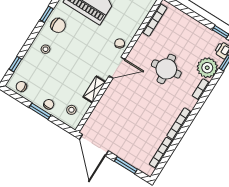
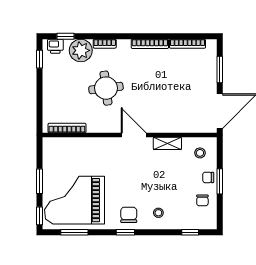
chair: (120, 43) -> (110, 147), removed
chair: (21, 87) -> (202, 200), moved

